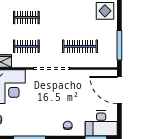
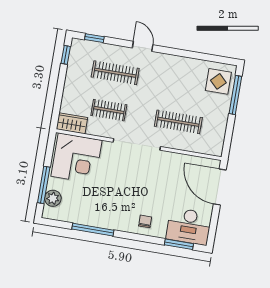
clothes rail: (26, 17) -> (115, 73), width x1.36
window: (119, 45) -> (235, 95), moved

